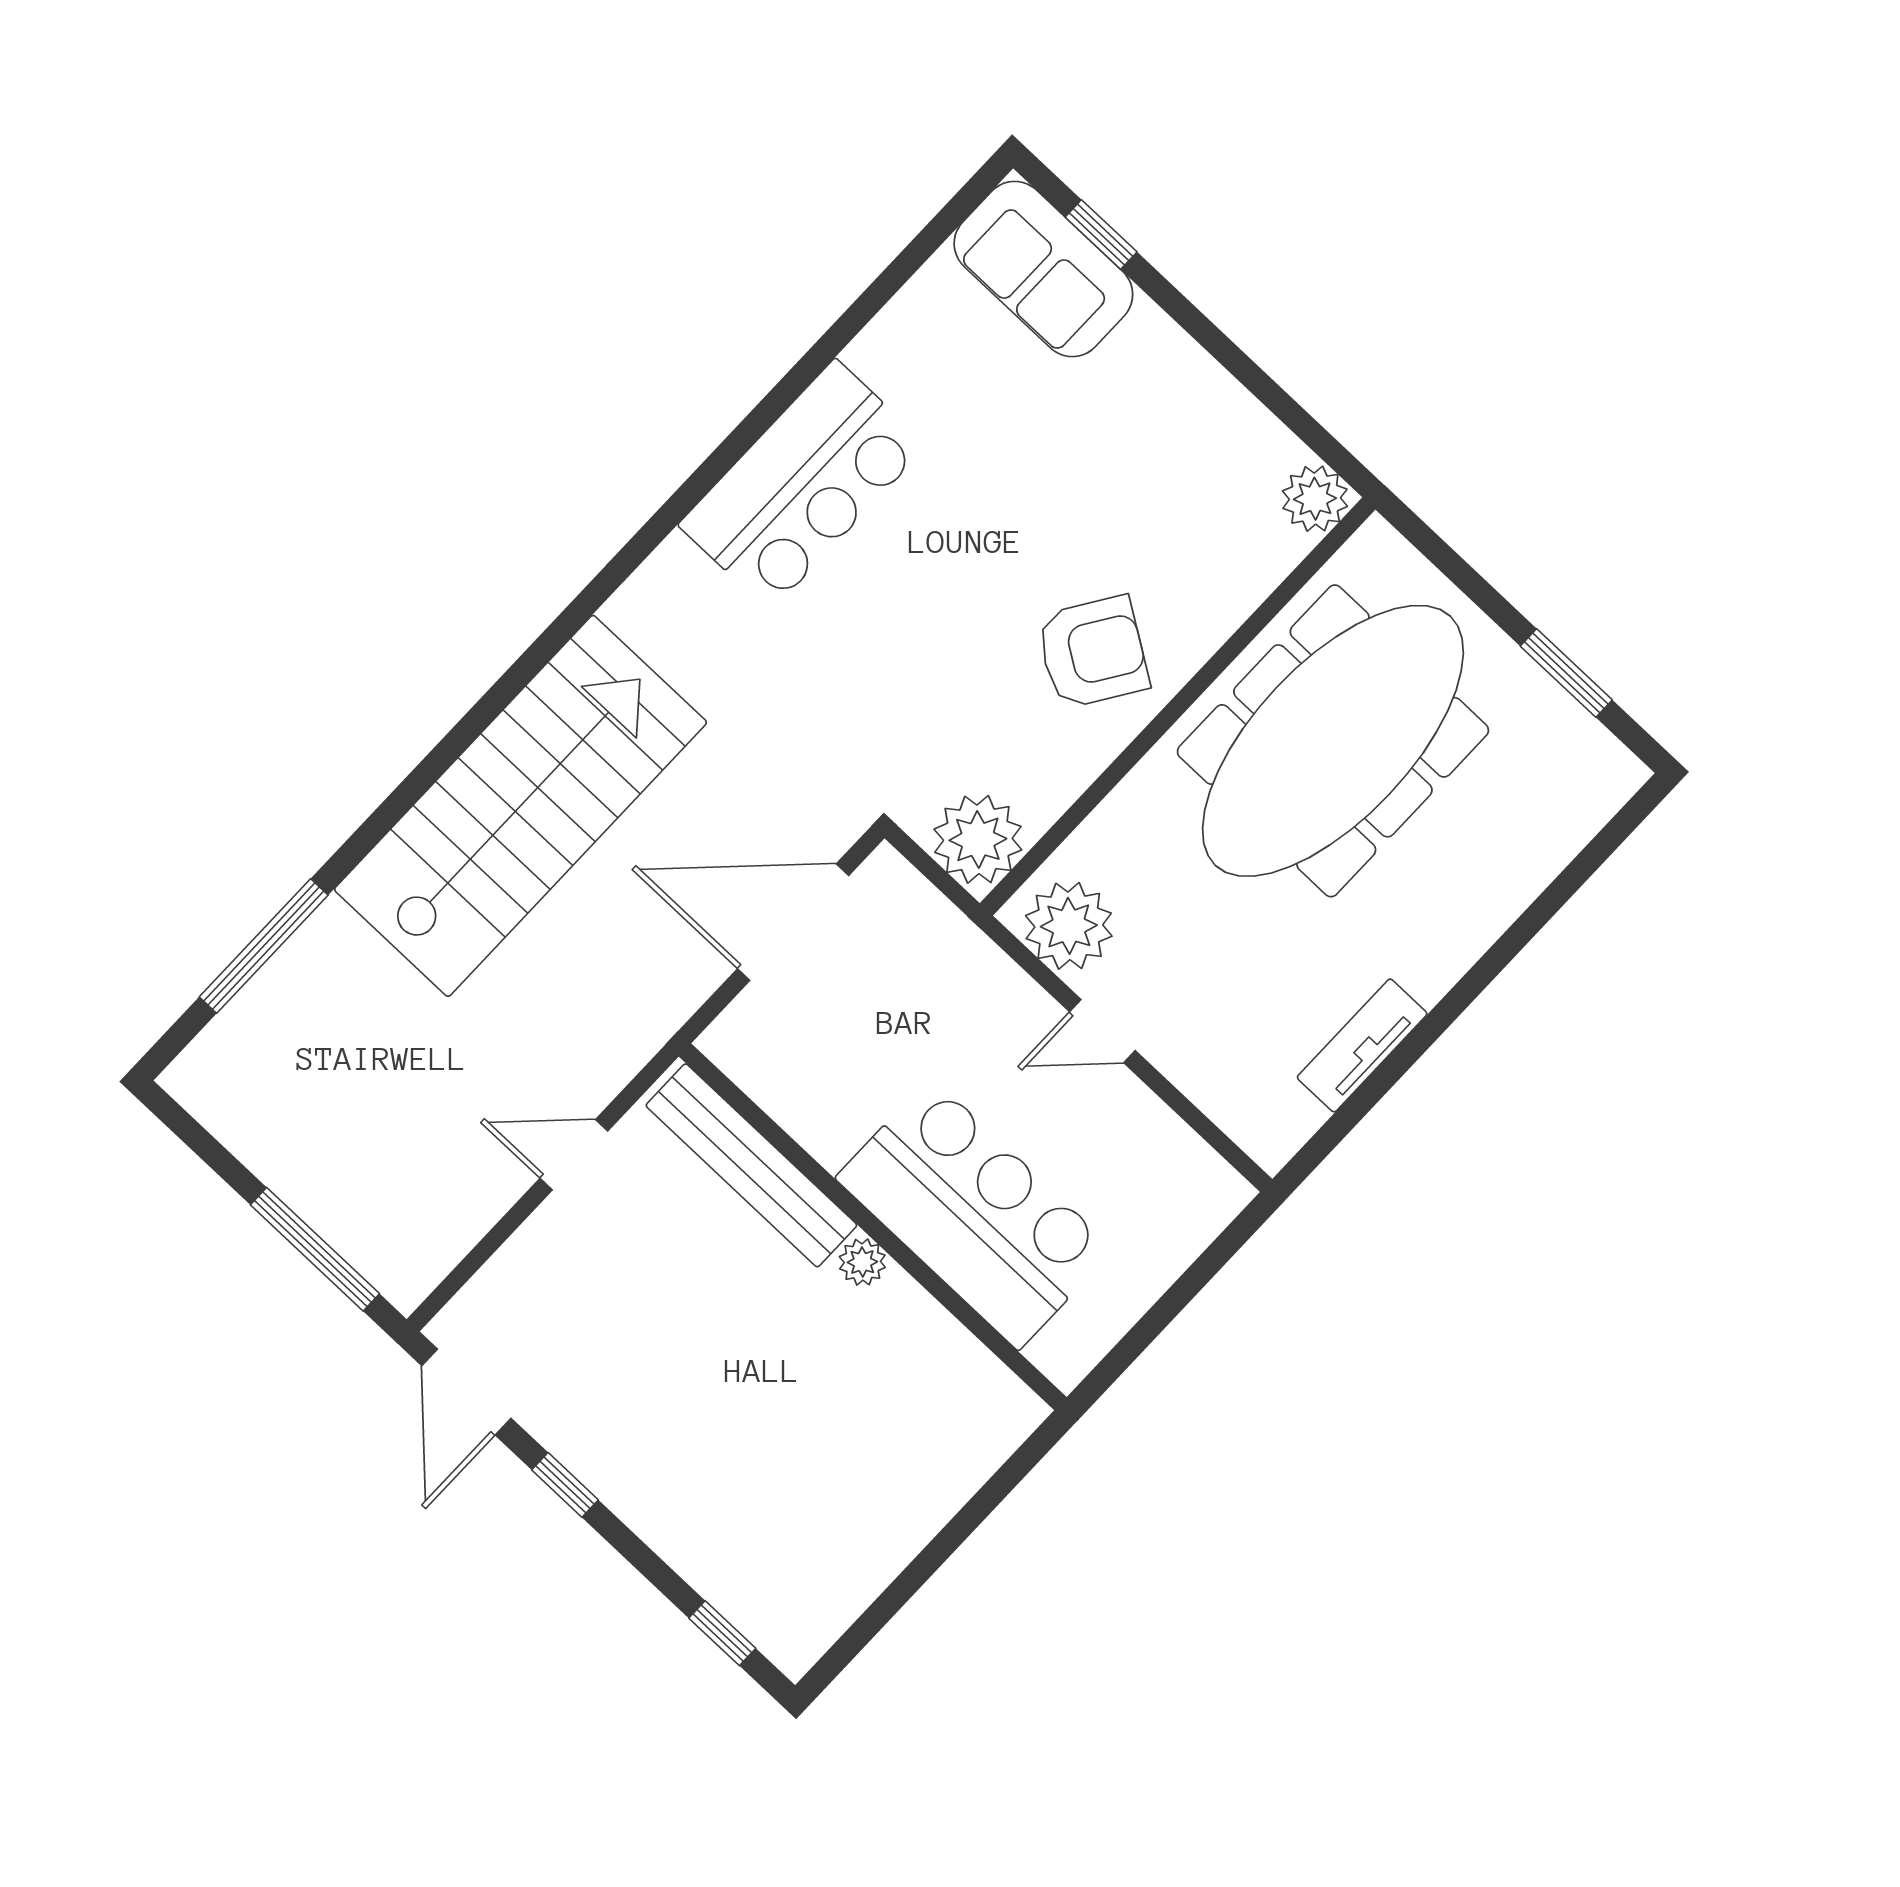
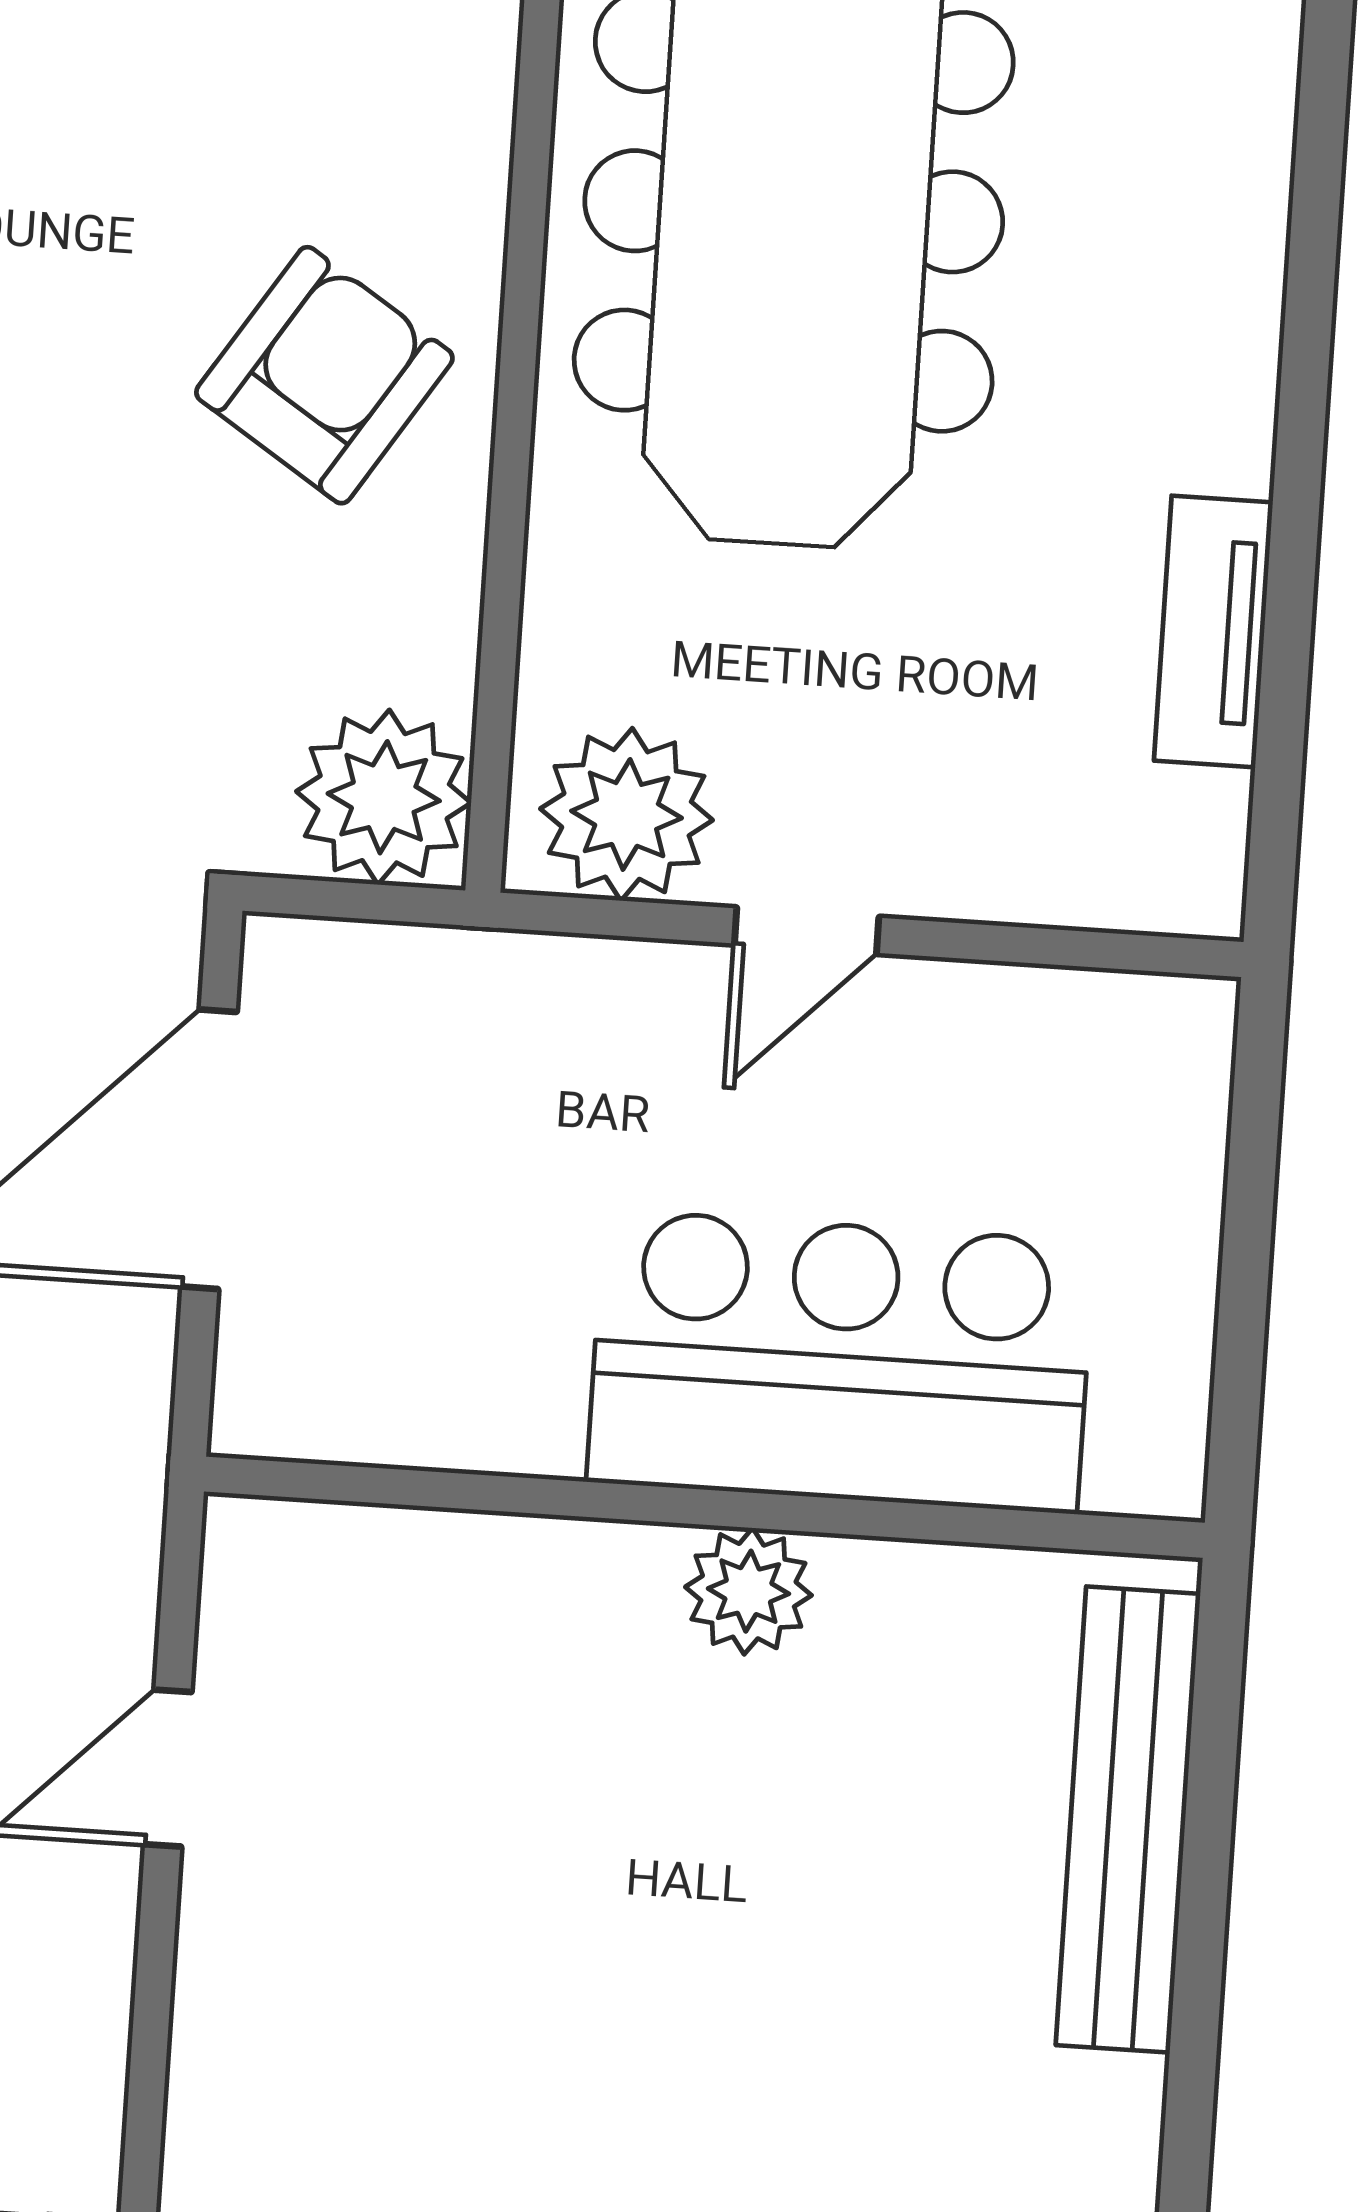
bench: (751, 1165) -> (1128, 1819), moved, turned 90
plant: (862, 1262) -> (748, 1591), width x1.38, depth x1.38

